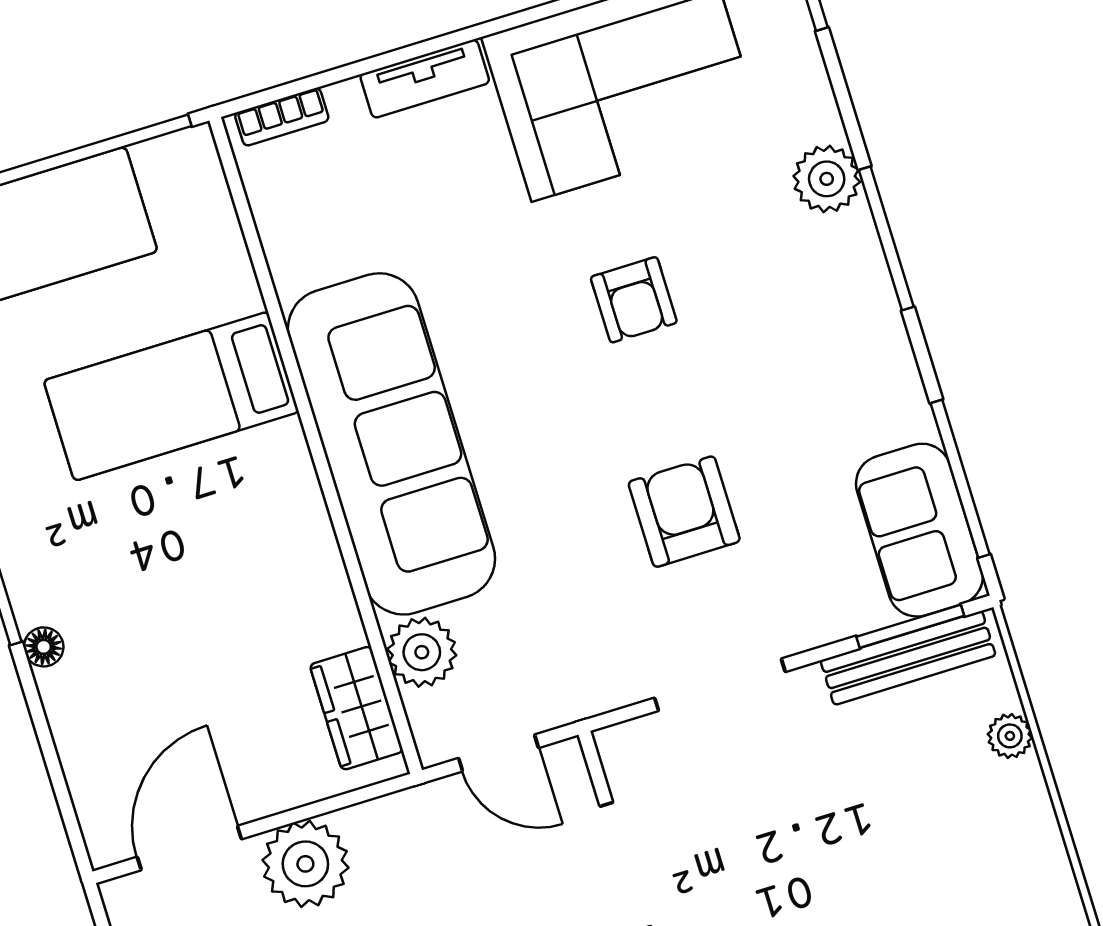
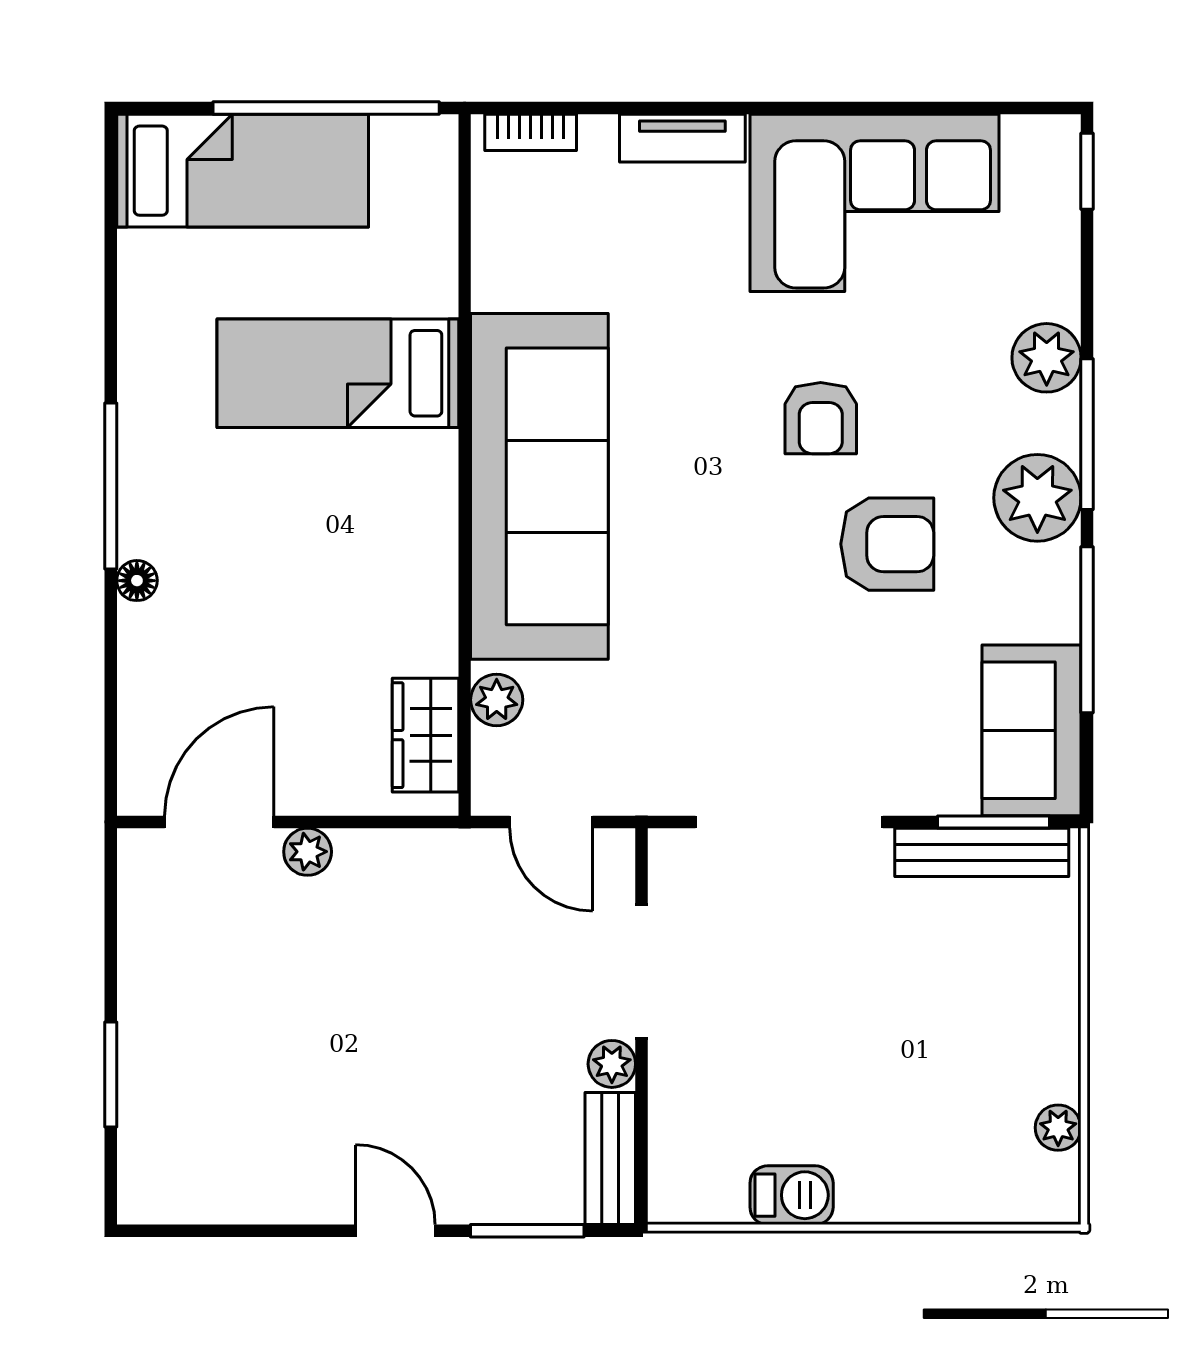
plant: (858, 312) -> (1037, 498), added
window: (960, 479) -> (1087, 630), moved
armchair: (684, 512) -> (887, 544), moved, turned 90
plant: (422, 652) -> (497, 700), width x0.73, depth x0.73
doorway: (720, 685) -> (789, 822), width x1.36
plant: (1010, 736) -> (1058, 1128), moved
plant: (305, 864) -> (308, 852), width x0.53, depth x0.53

